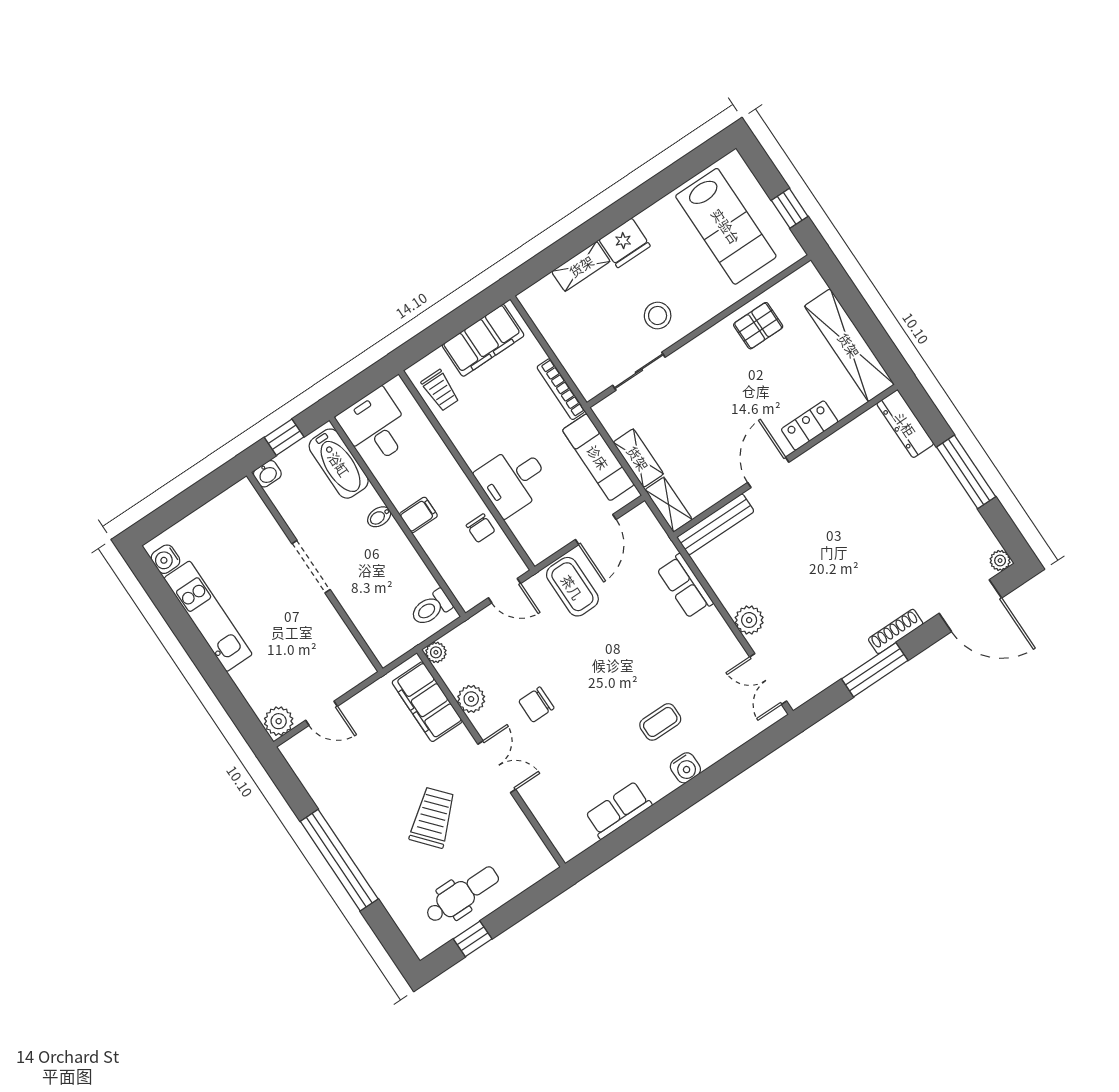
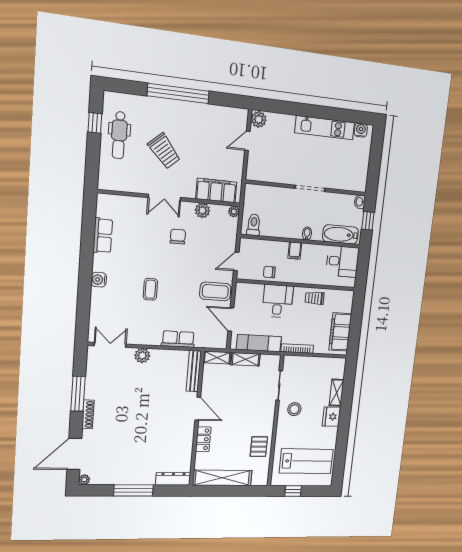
lab bench: (726, 226) -> (306, 461), turned 180
trolley: (440, 390) -> (315, 298), moved
coffee table: (660, 722) -> (150, 289), moved

